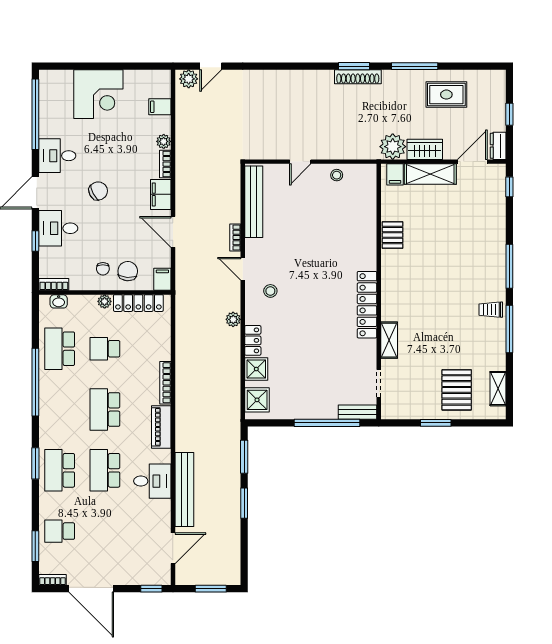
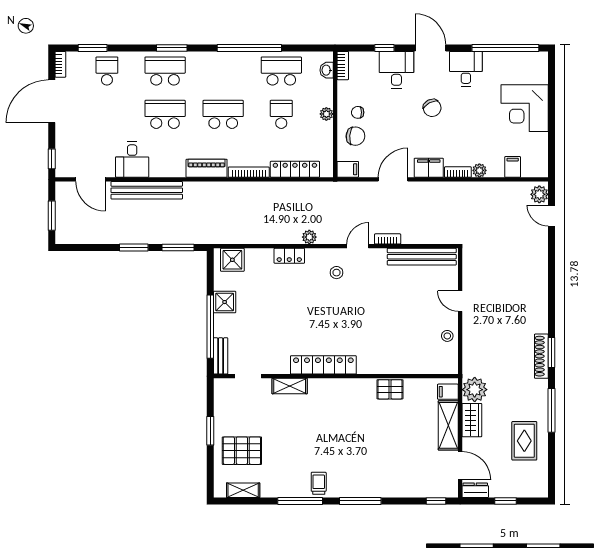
locker: (138, 303) -> (295, 169), moved, turned 90
shower: (256, 369) -> (225, 302), moved
desk: (152, 481) -> (132, 160), moved

